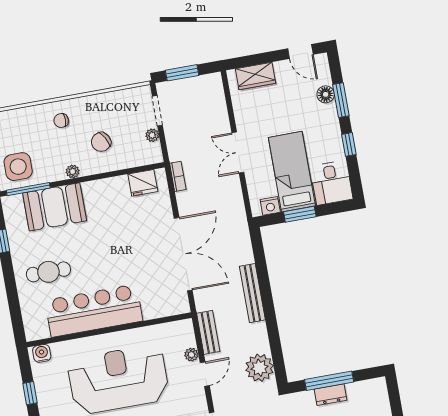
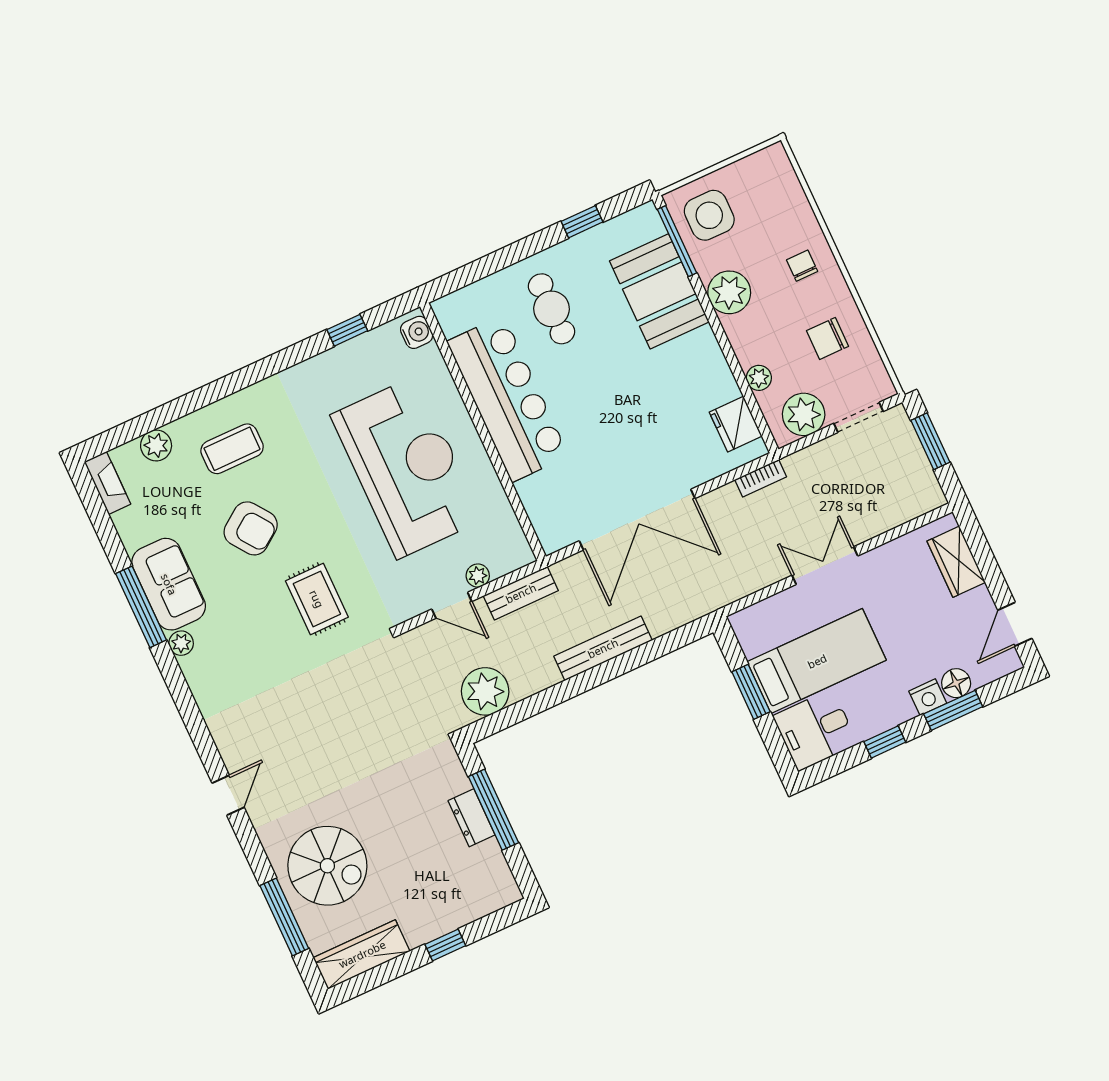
plant: (152, 135) -> (804, 414), width x1.87, depth x1.87
chair: (101, 142) -> (828, 338), moved, turned -60
plant: (120, 162) -> (759, 378), added
plant: (73, 171) -> (729, 292), width x1.88, depth x1.88
nightstand: (270, 206) -> (928, 697), moved, turned -90

